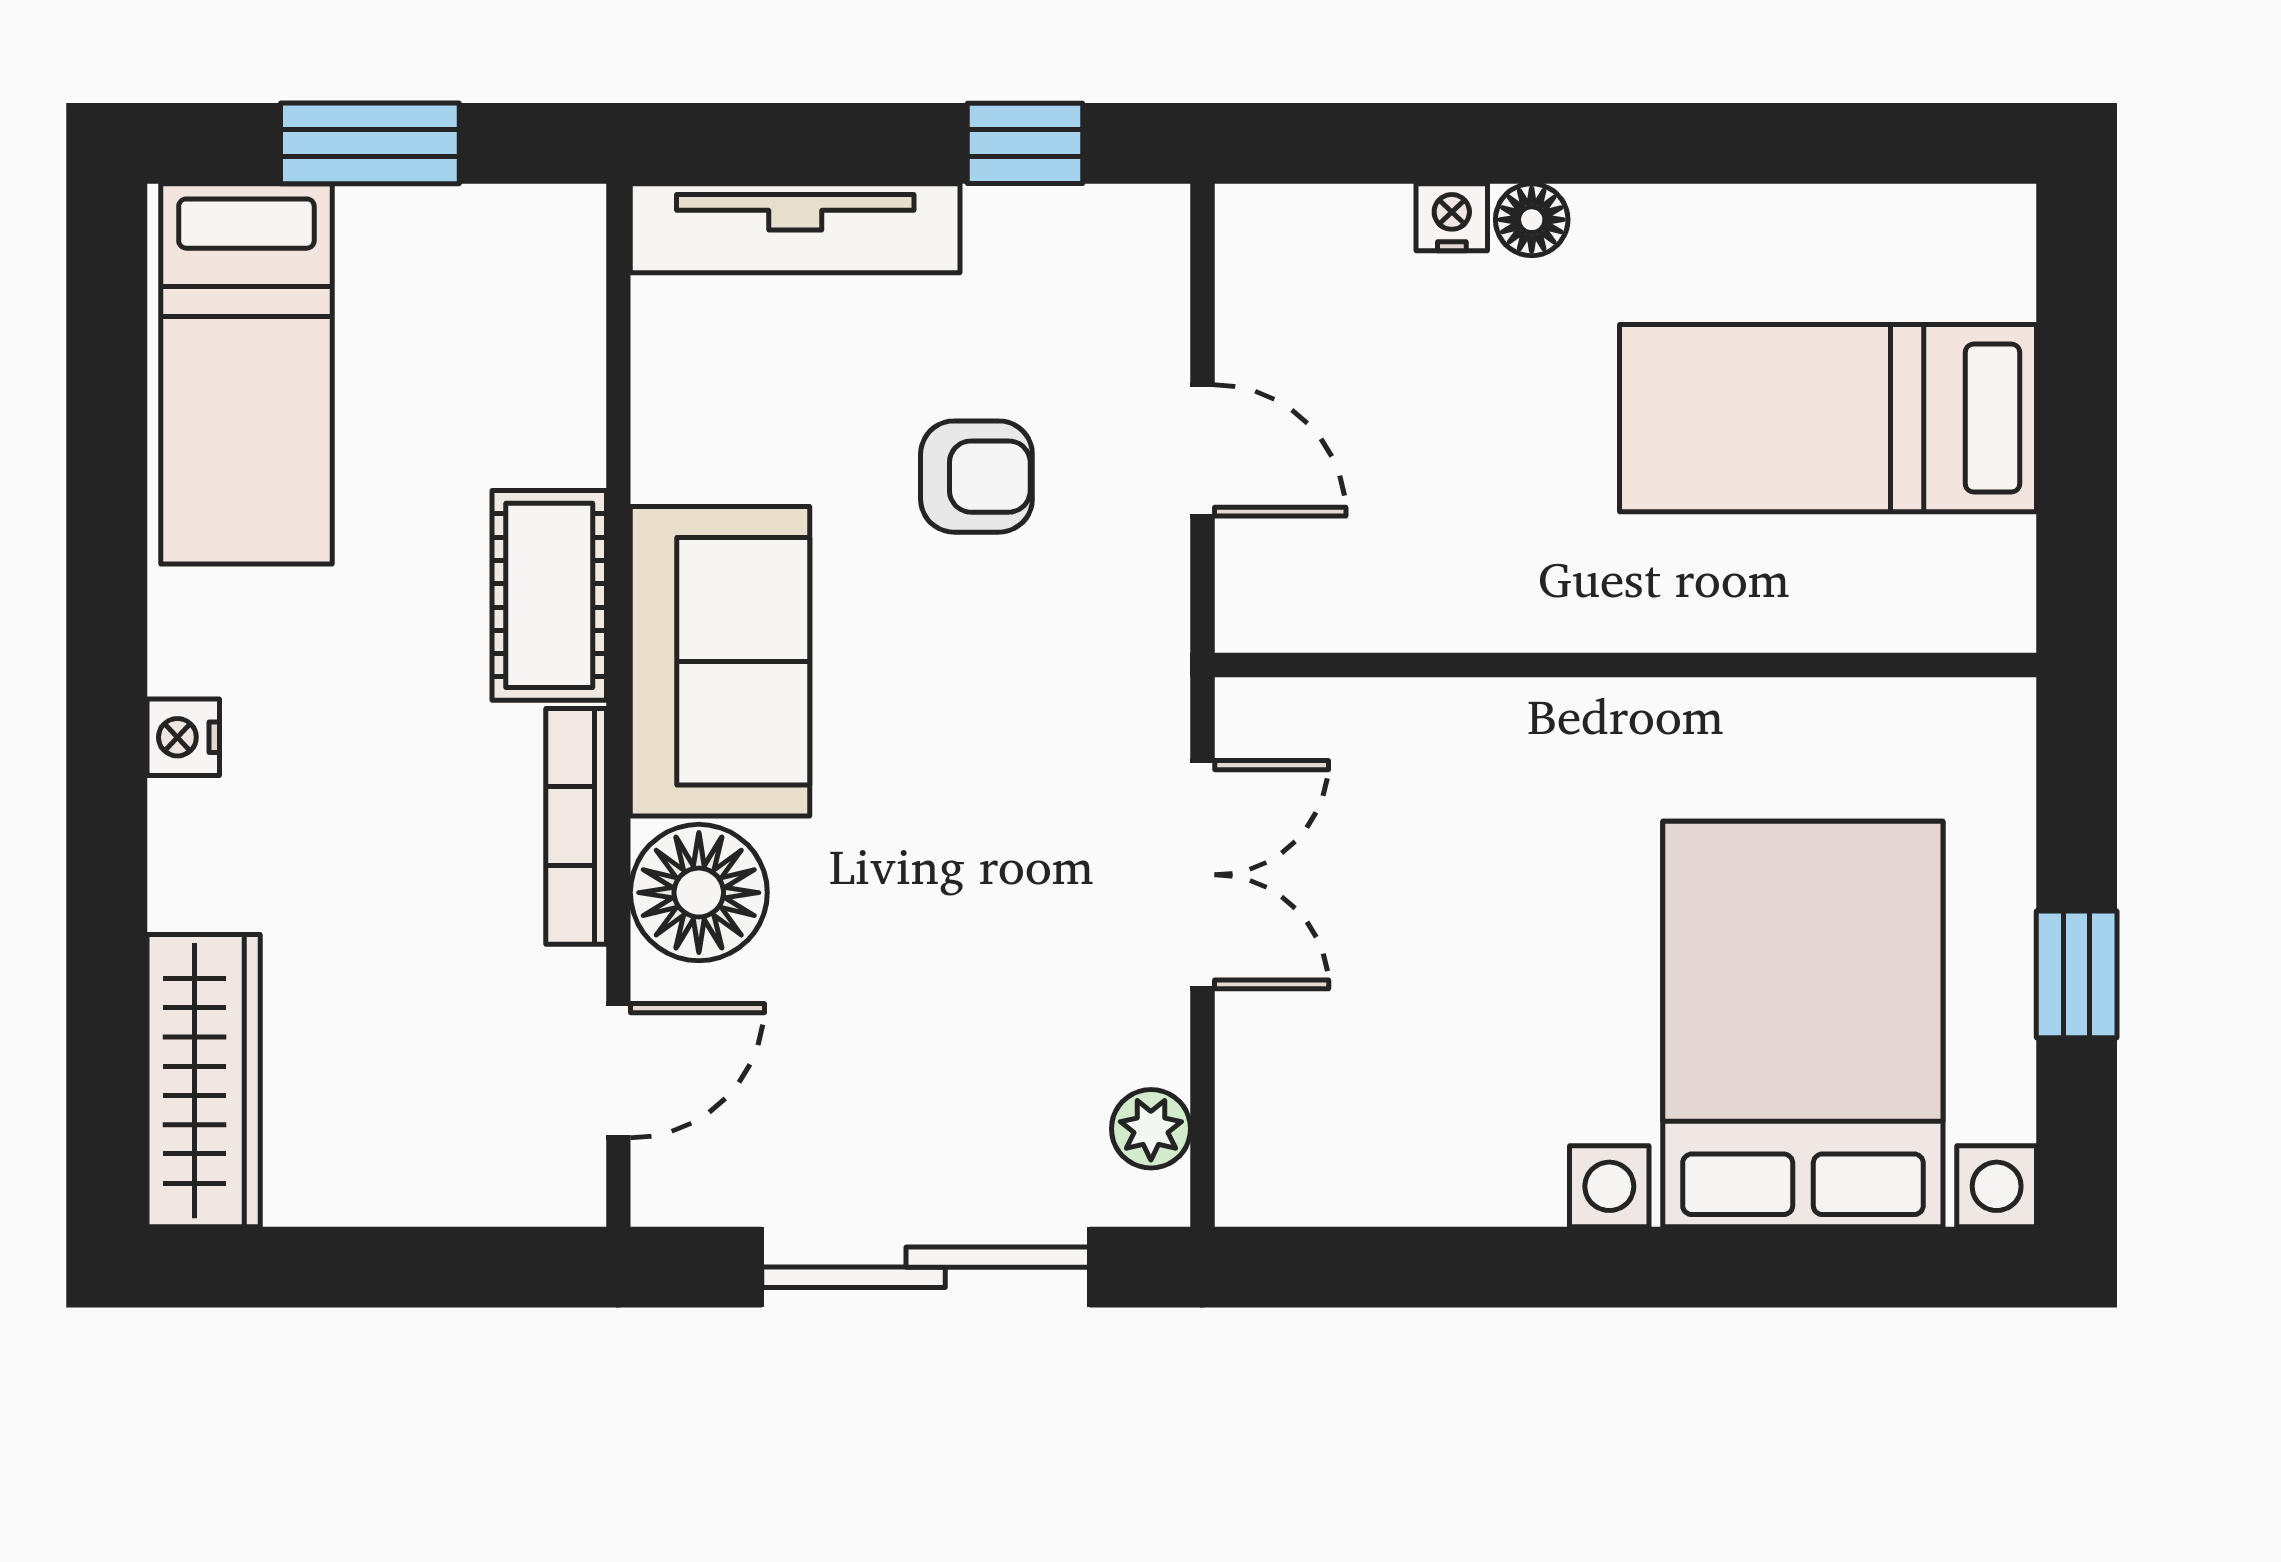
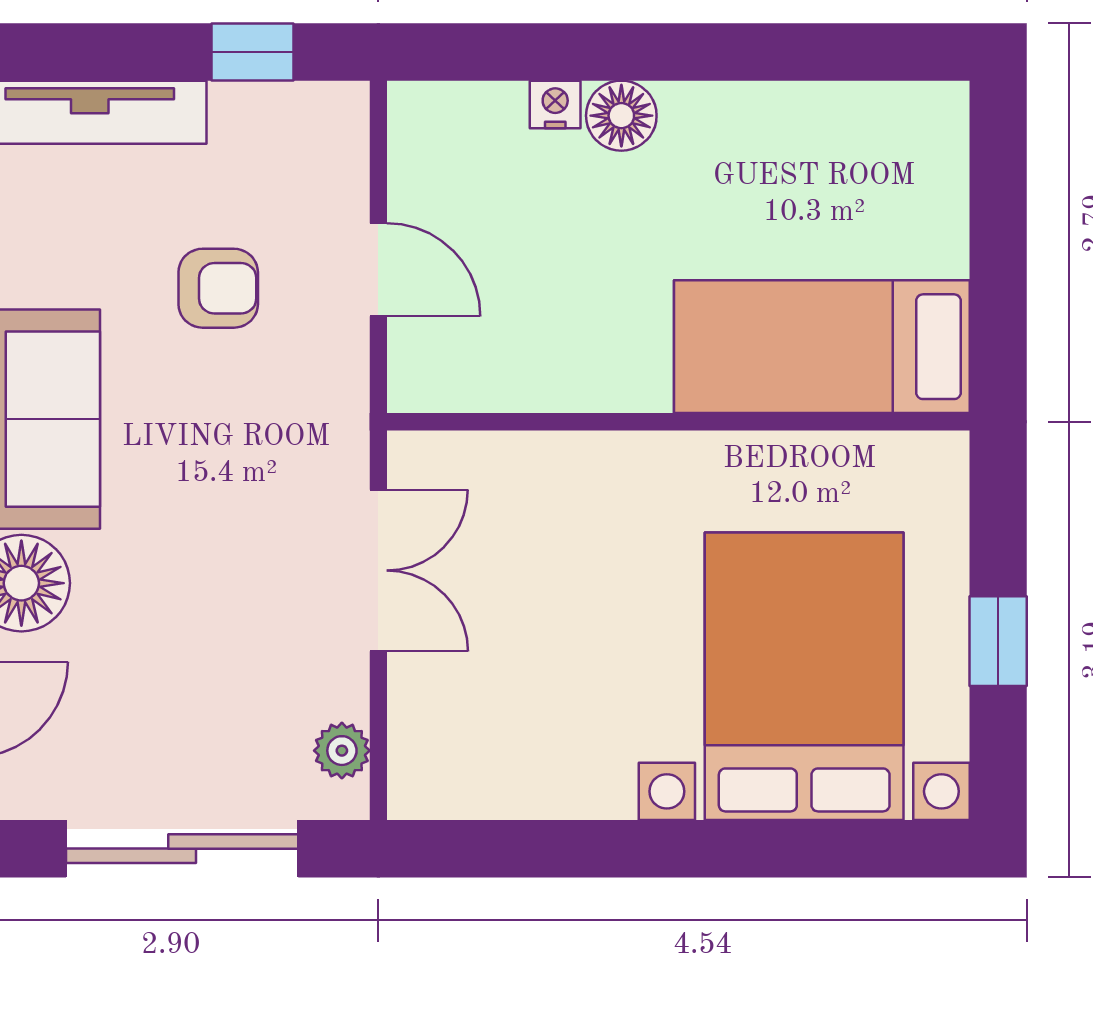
floor lamp: (1532, 220) -> (621, 116), width x1.37, depth x1.37
bed: (1828, 418) -> (822, 347), moved

